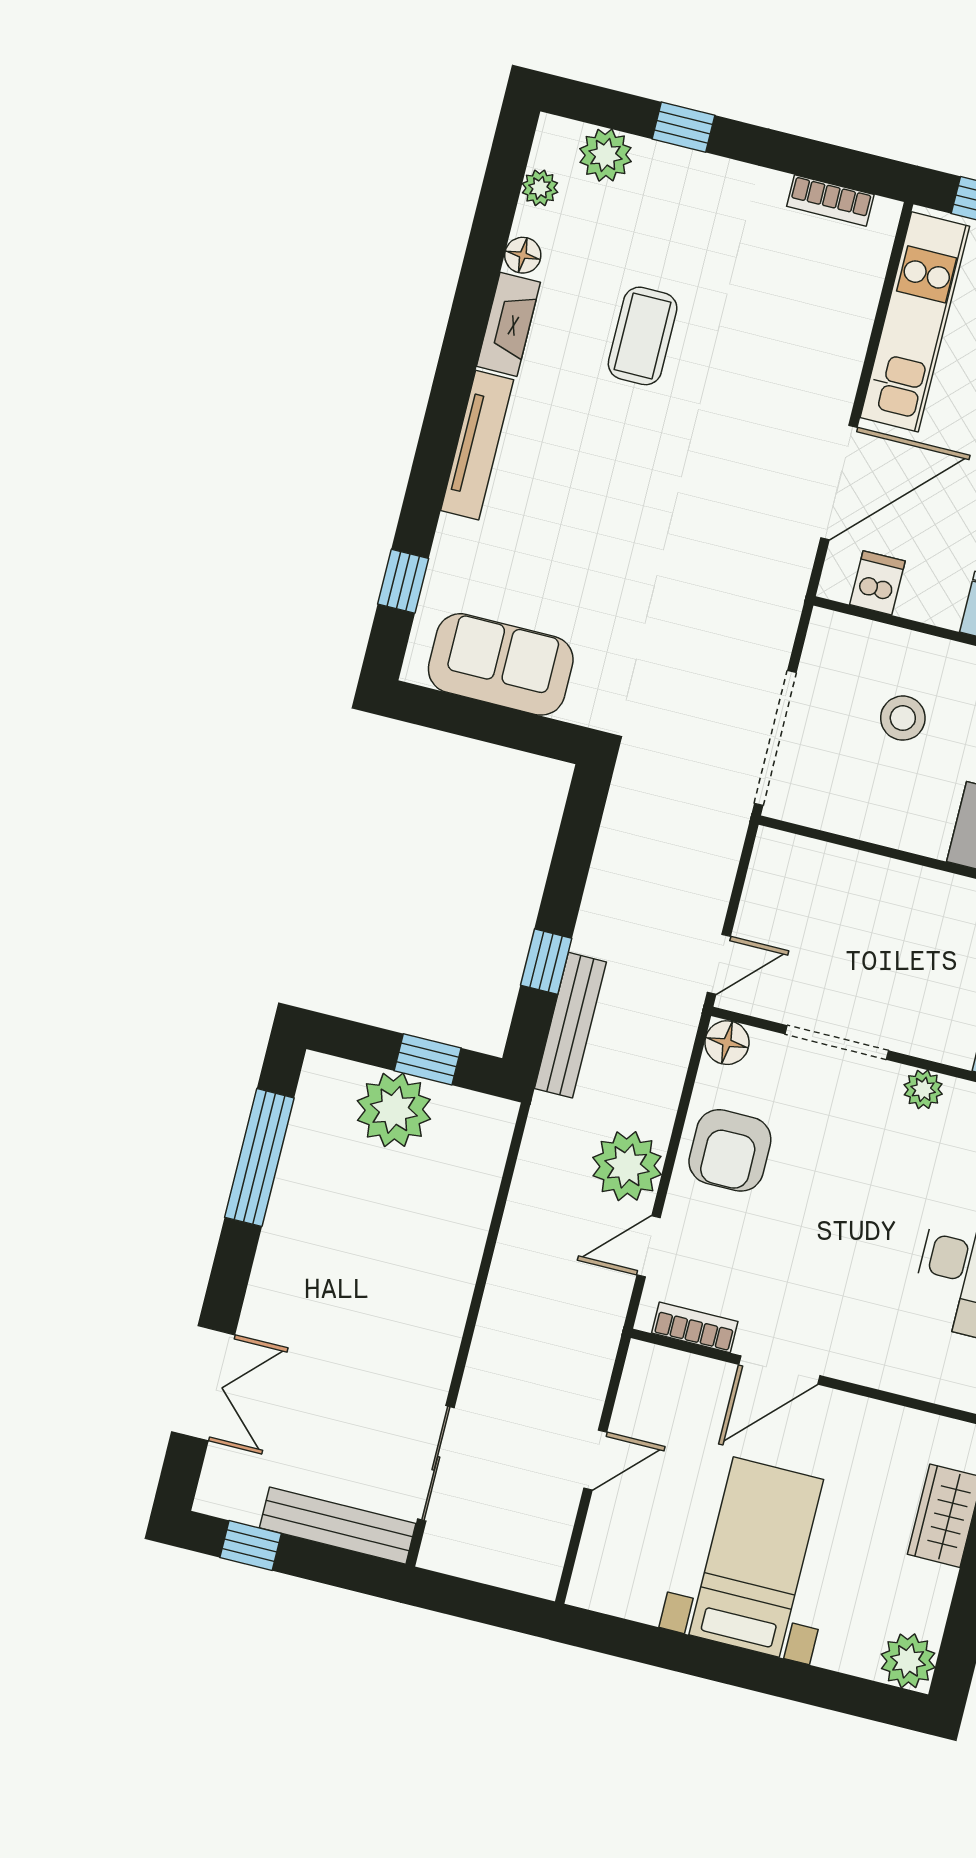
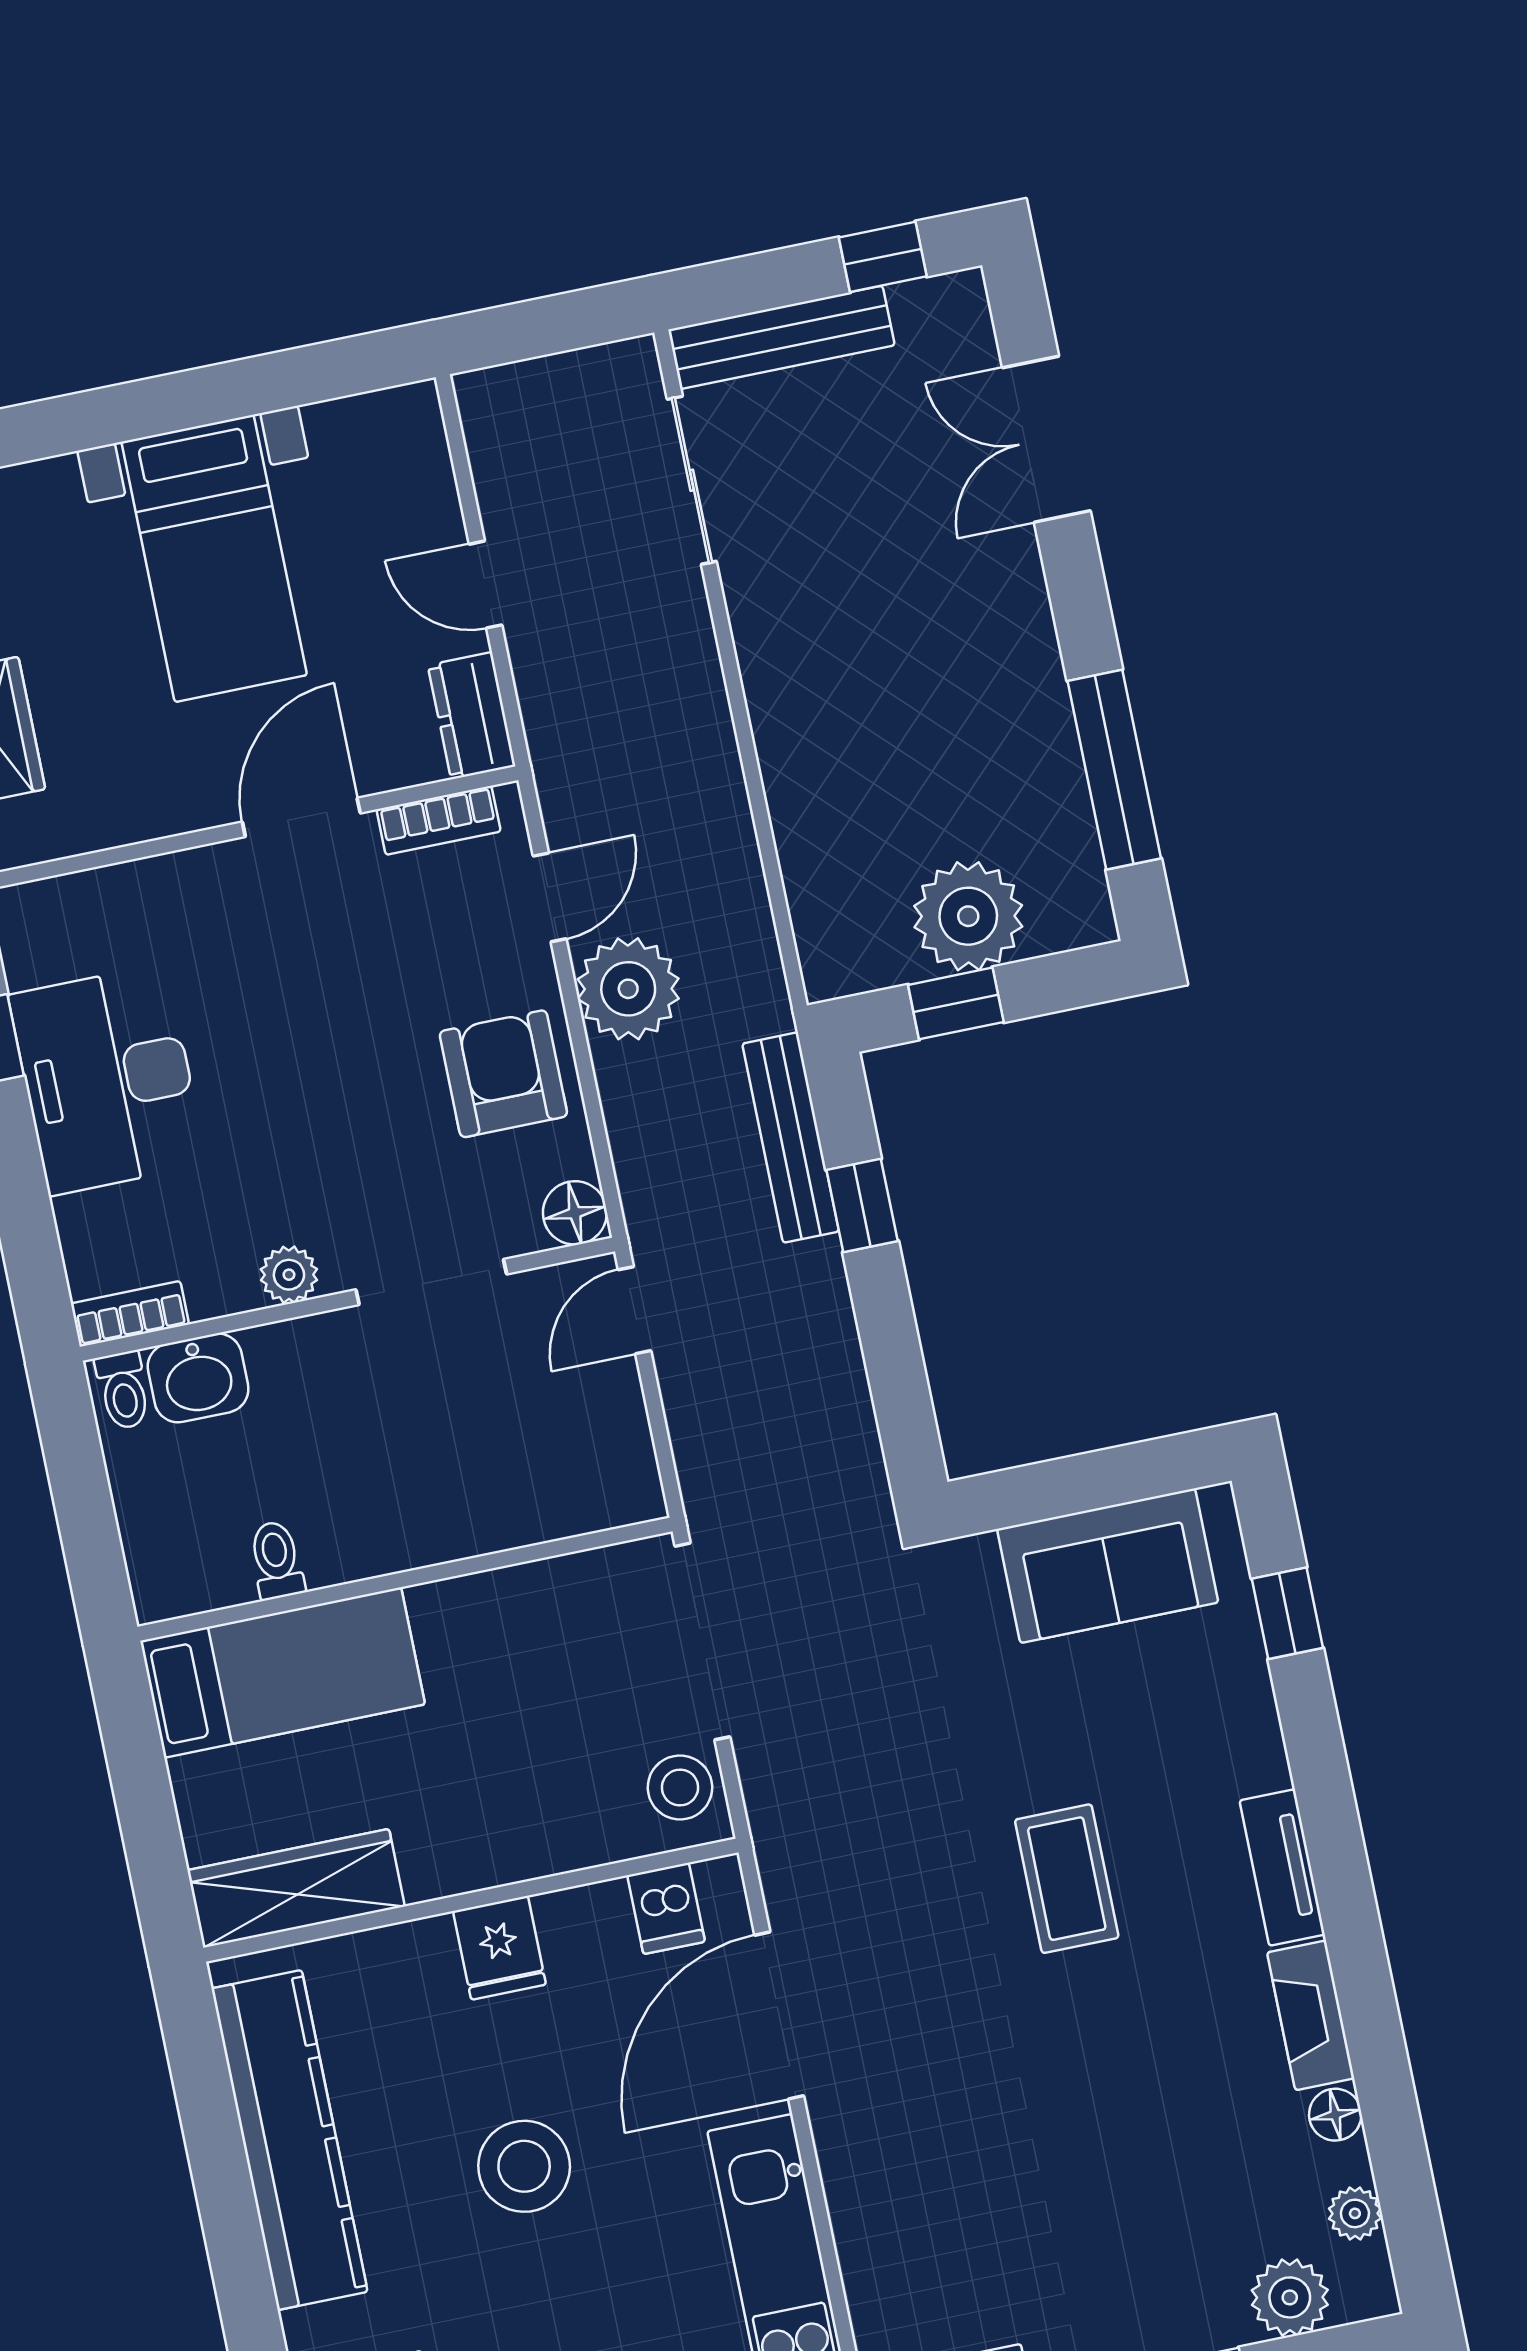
coffee table: (643, 336) -> (1067, 1879), moved
tv unit: (477, 445) -> (1282, 1868), width x0.71
stool: (903, 718) -> (680, 1788), moved
dresser: (643, 1383) -> (472, 716), added
door: (595, 1460) -> (485, 585), hinge flipped

